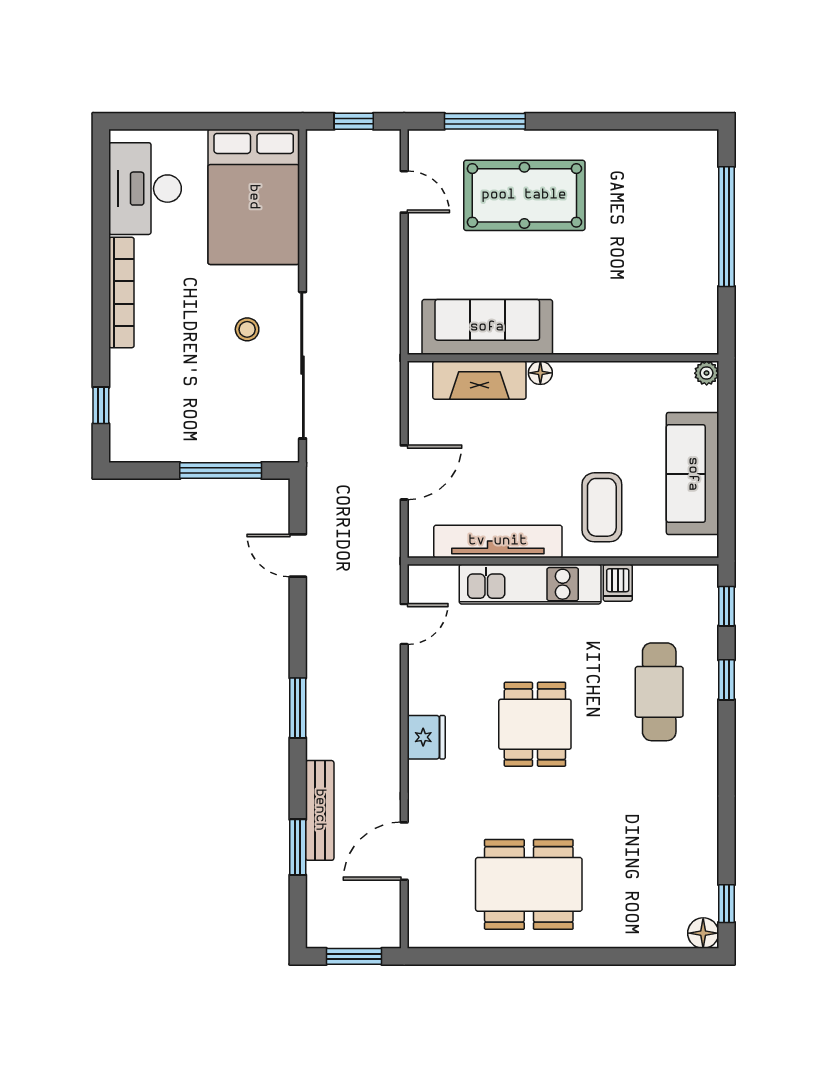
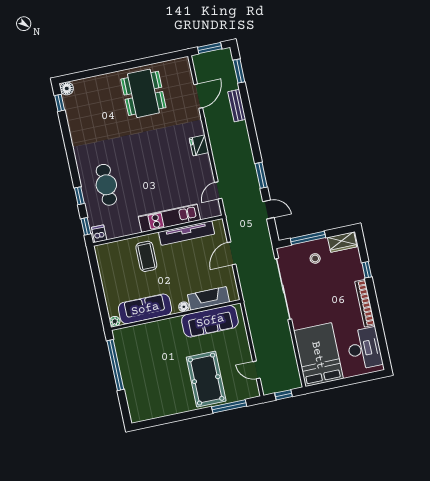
pool table: (524, 195) -> (206, 379), turned 90
window: (726, 227) -> (115, 365), moved
stool: (247, 329) -> (315, 258), moved
window: (101, 405) -> (367, 270), moved
wardrobe: (144, 444) -> (342, 242), added
sofa: (693, 474) -> (145, 309), moved, turned -90
dishwasher: (618, 583) -> (99, 234), moved
window: (298, 708) -> (261, 175), moved
dining table: (535, 724) -> (155, 160), removed
bench: (320, 810) -> (237, 106), width x0.73
window: (298, 847) -> (239, 71), moved
dining table: (529, 884) -> (143, 93), turned 90

